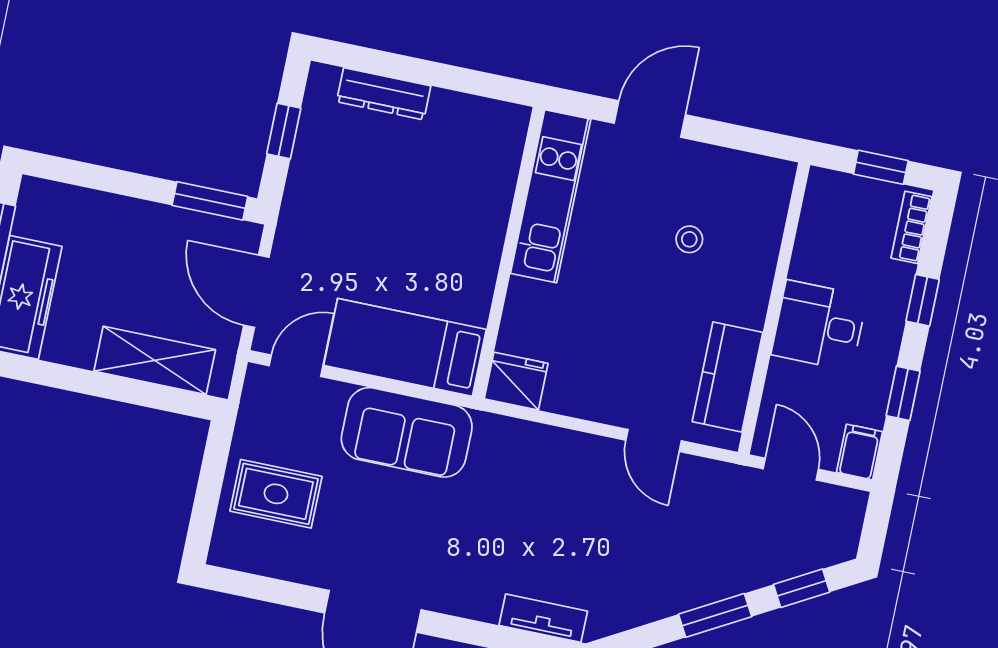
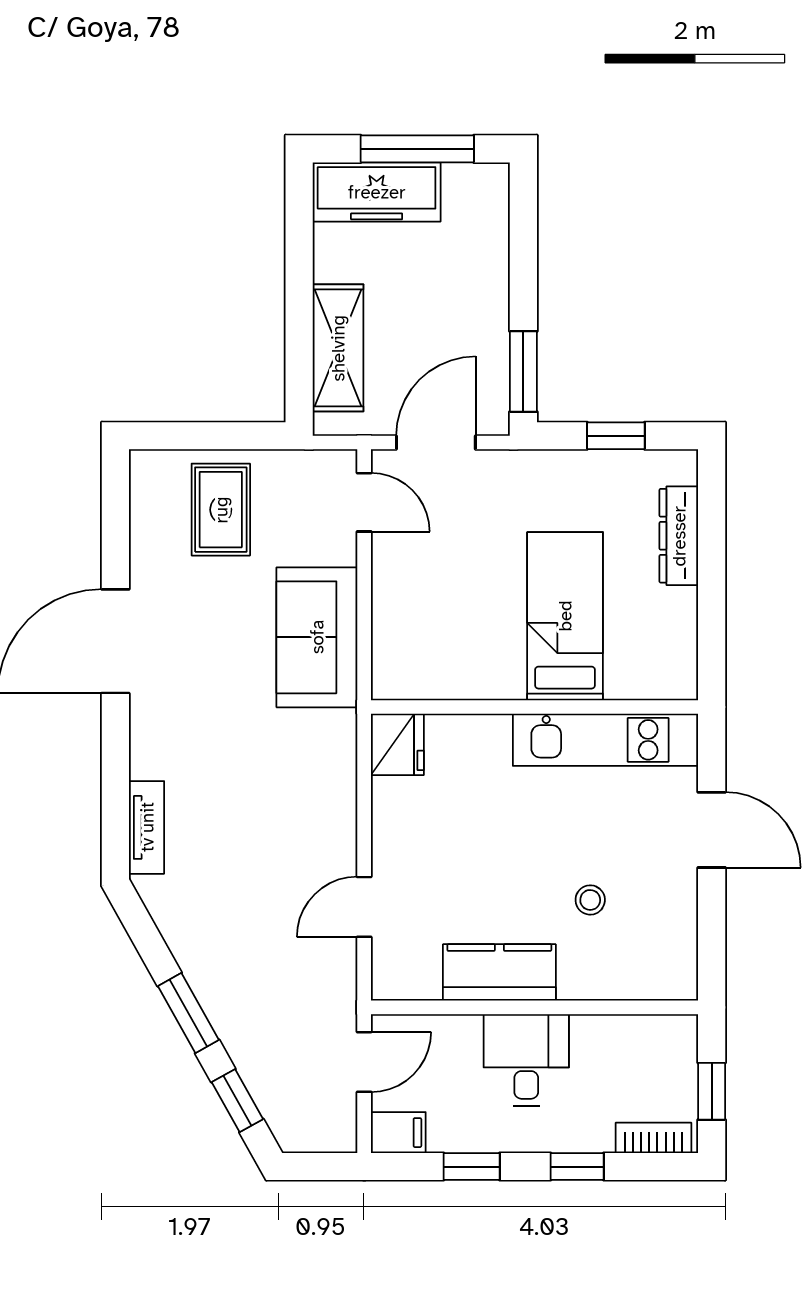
bed: (405, 347) -> (565, 616), moved
kitchen counter: (727, 377) -> (499, 972), moved

